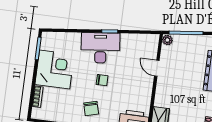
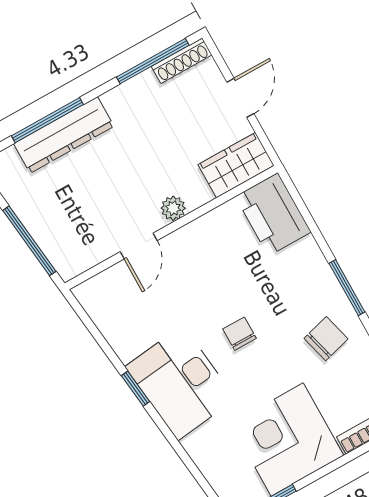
plant: (167, 40) -> (173, 208), moved
chair: (91, 108) -> (326, 339), moved

